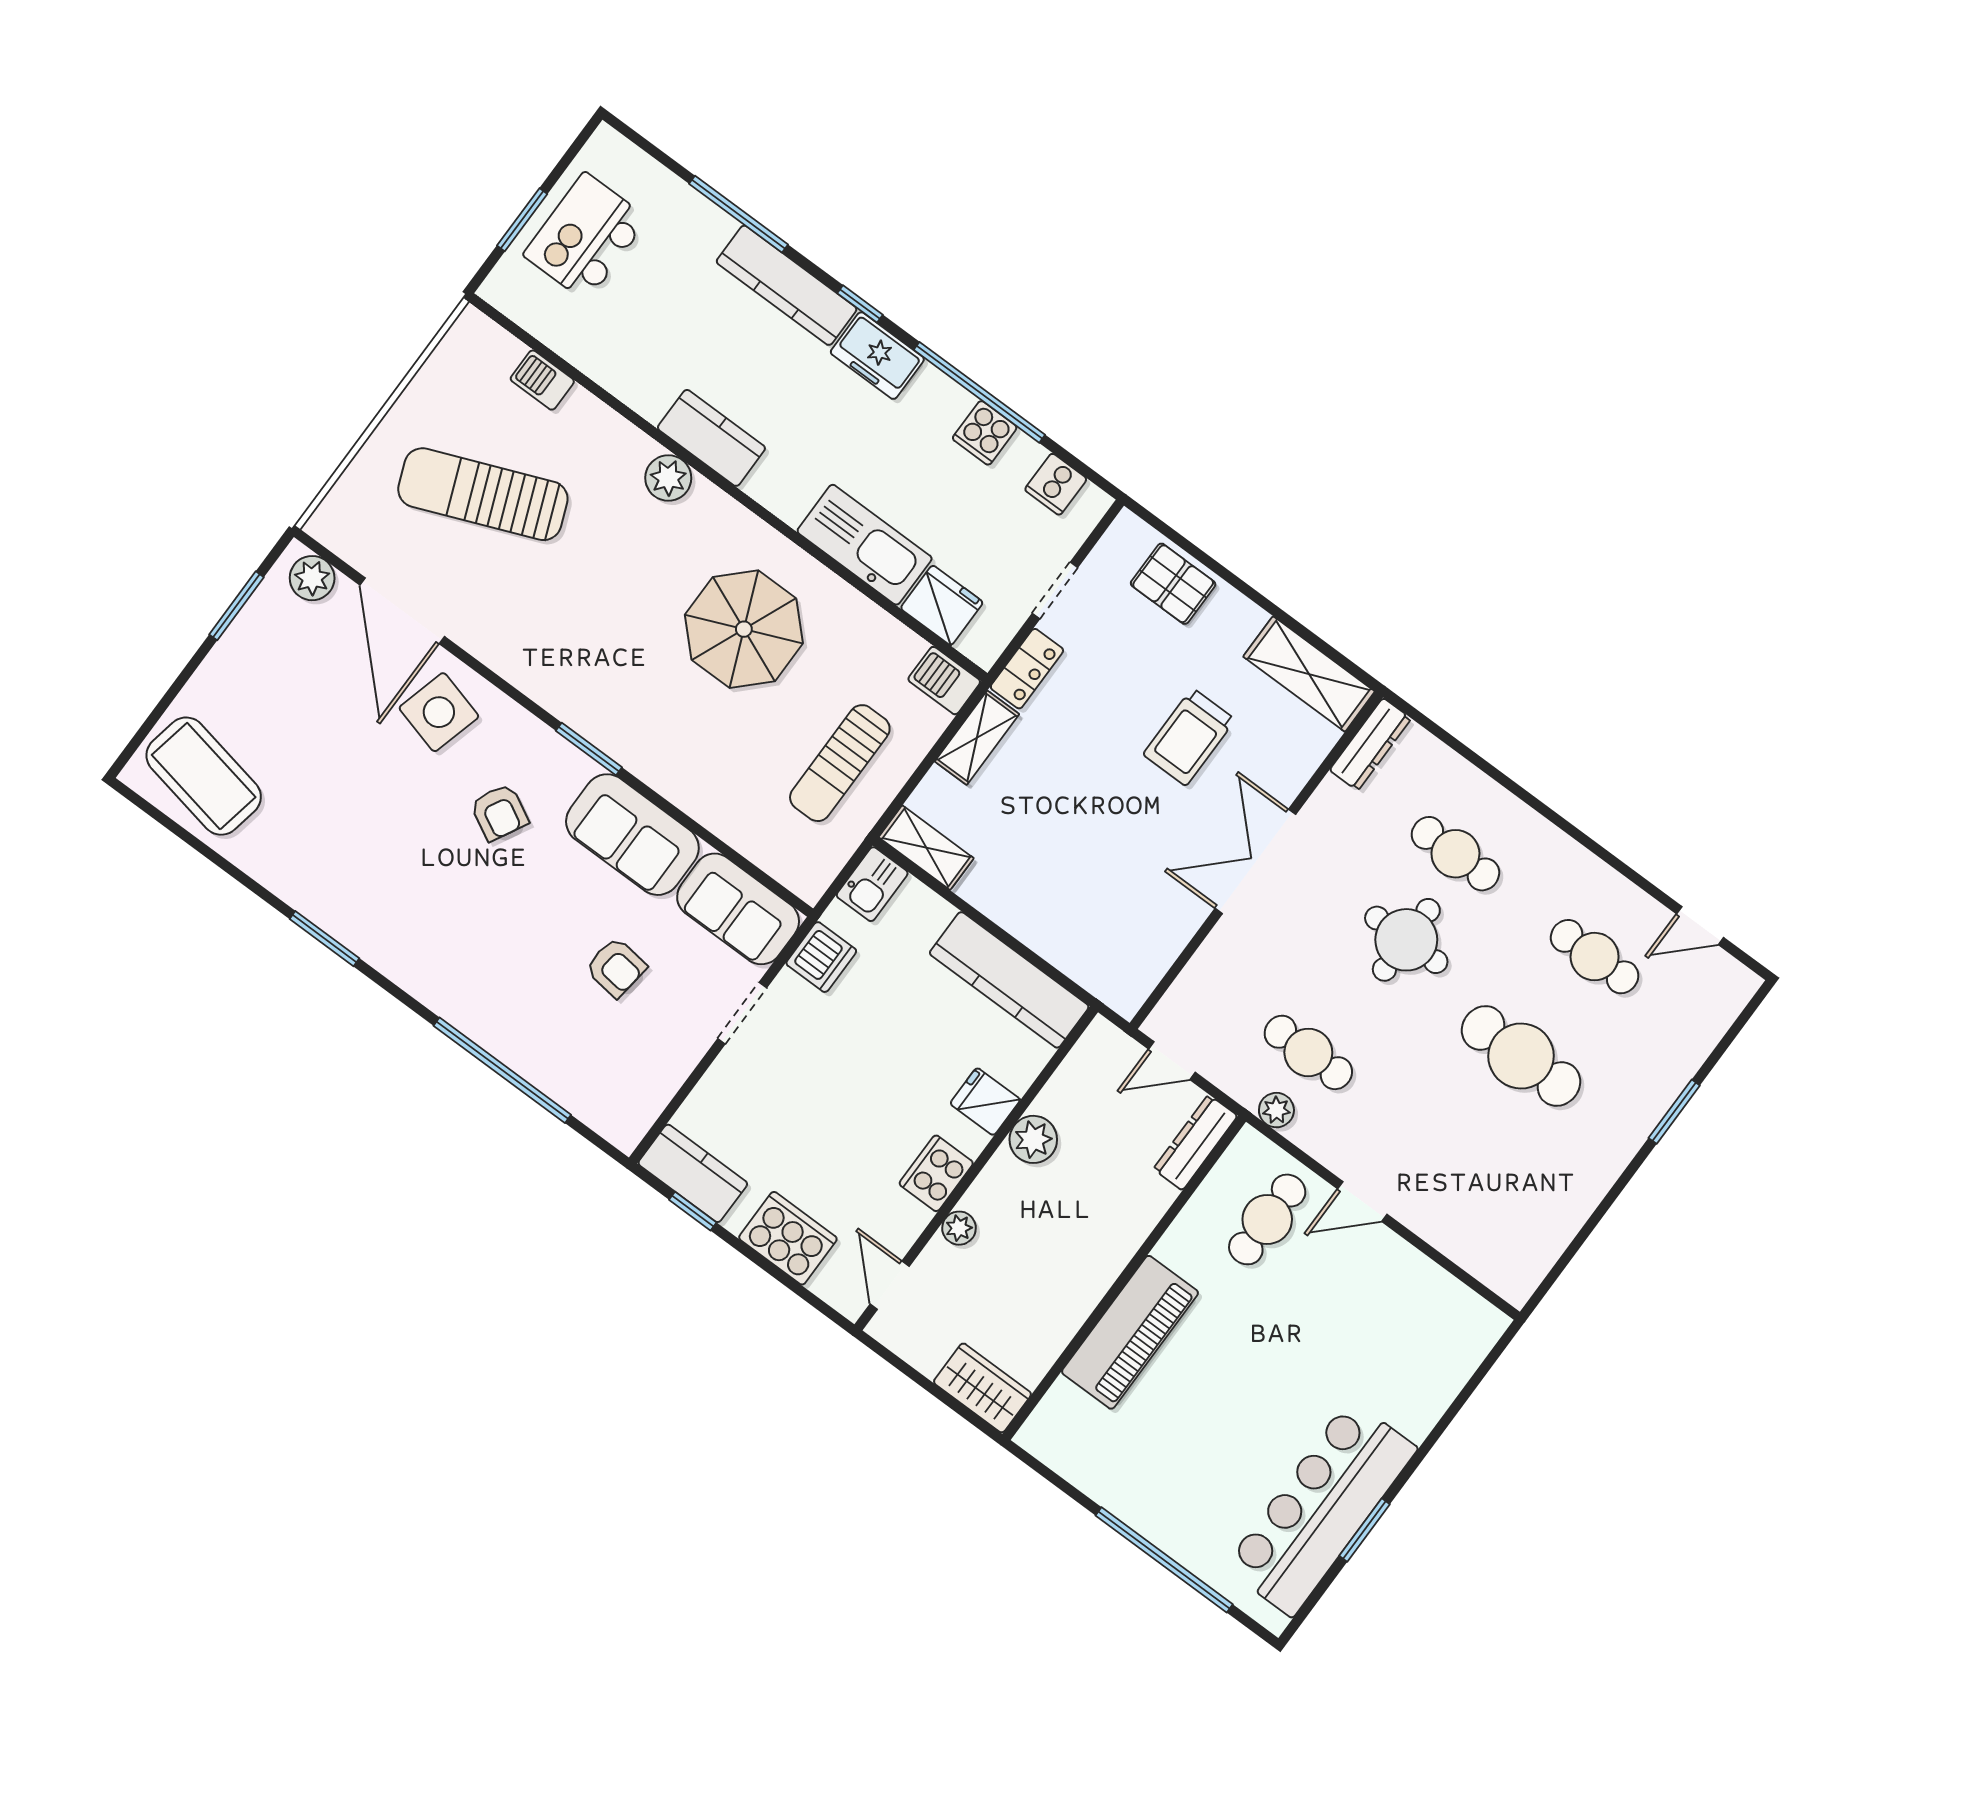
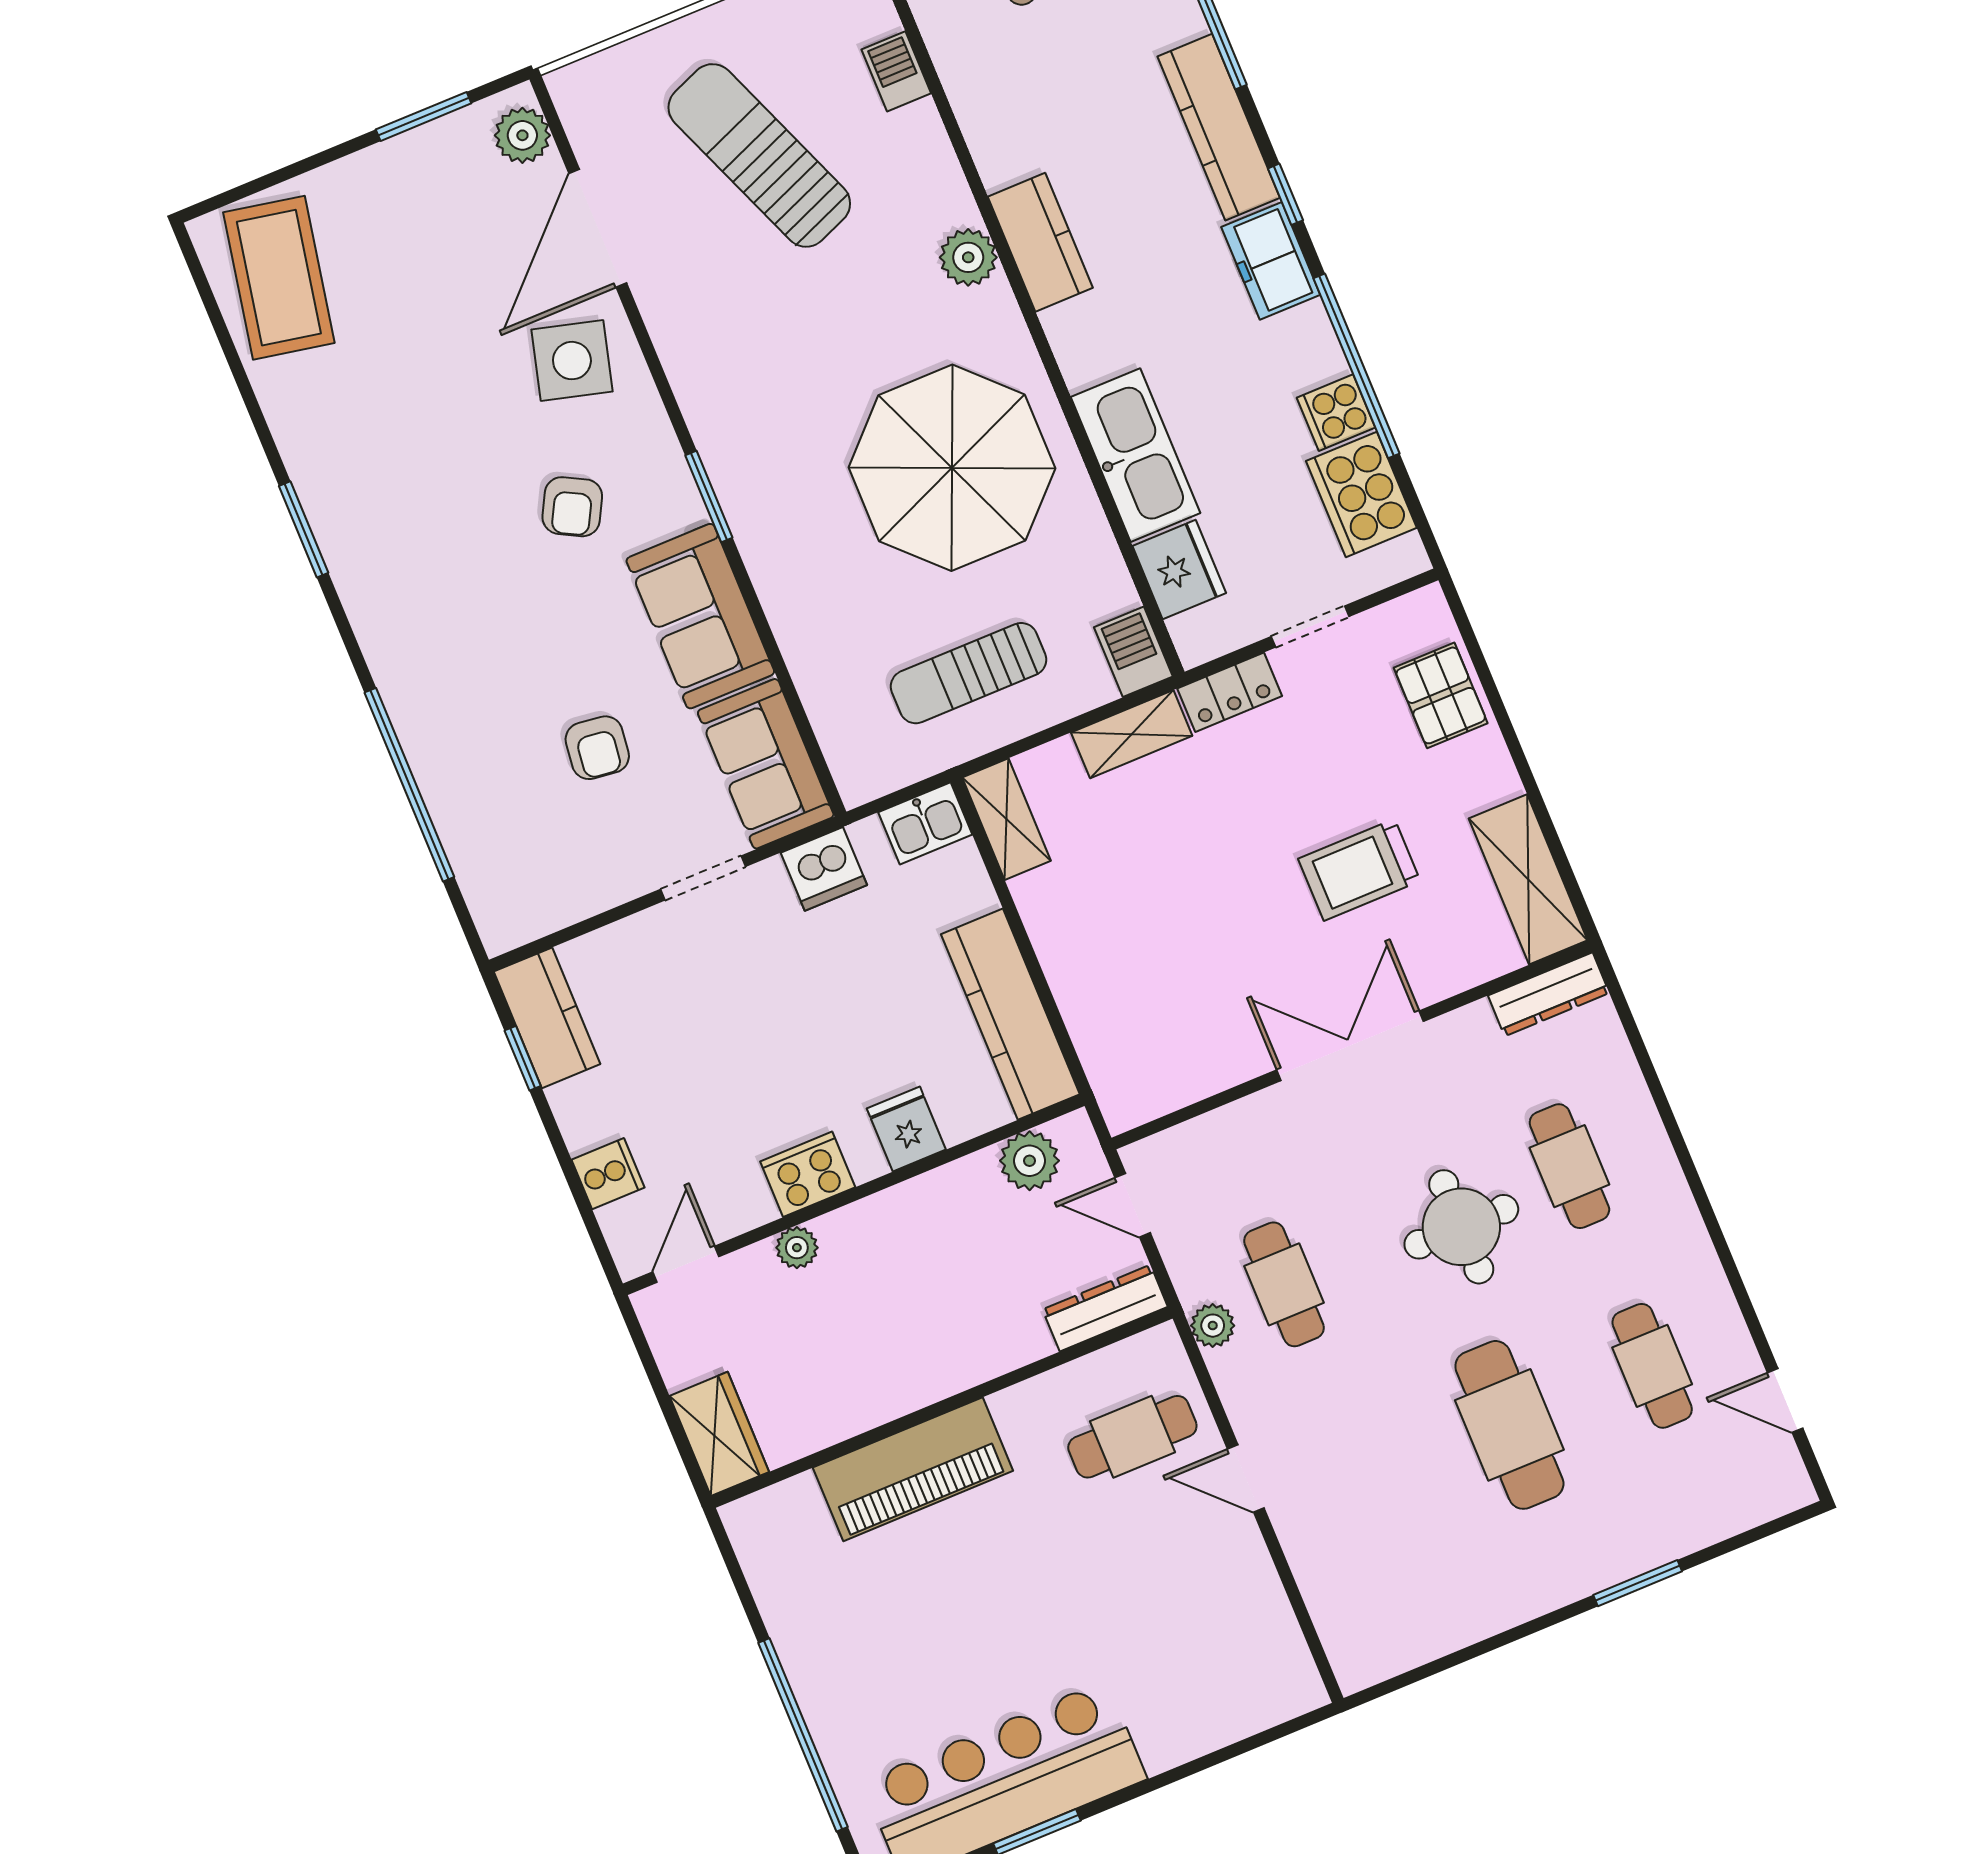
cooker: (1056, 484) -> (1361, 494), width x1.87, depth x1.31
parasol: (744, 629) -> (952, 468), width x1.36, depth x1.36
plant: (1033, 1139) -> (1030, 1161), moved
cooker: (788, 1238) -> (608, 1174), width x0.53, depth x0.76

